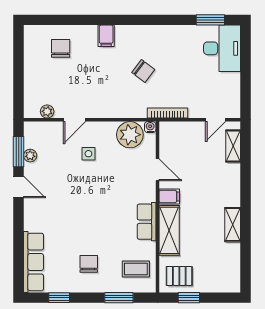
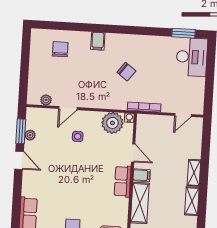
shelving: (233, 146) -> (194, 173), moved
row of seats: (147, 222) -> (123, 181), moved

